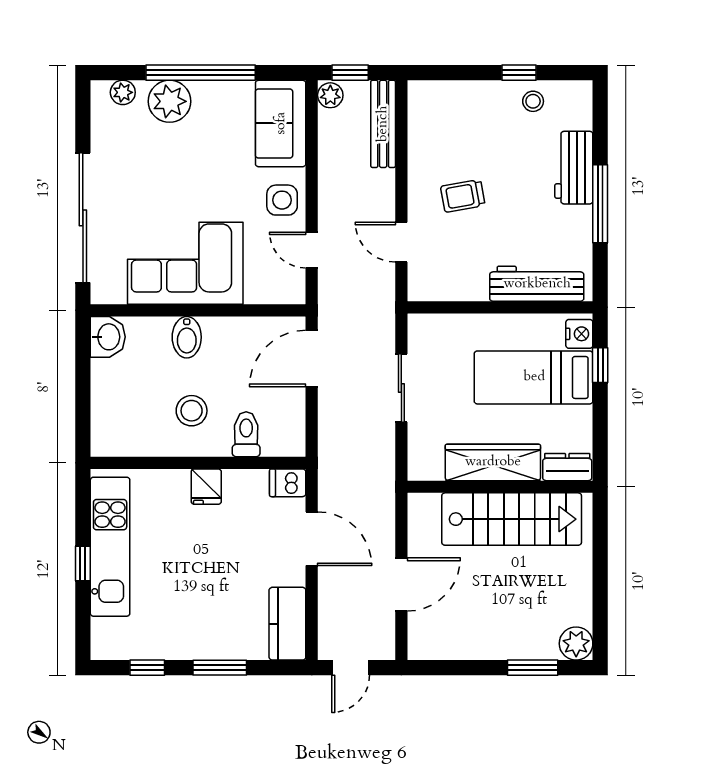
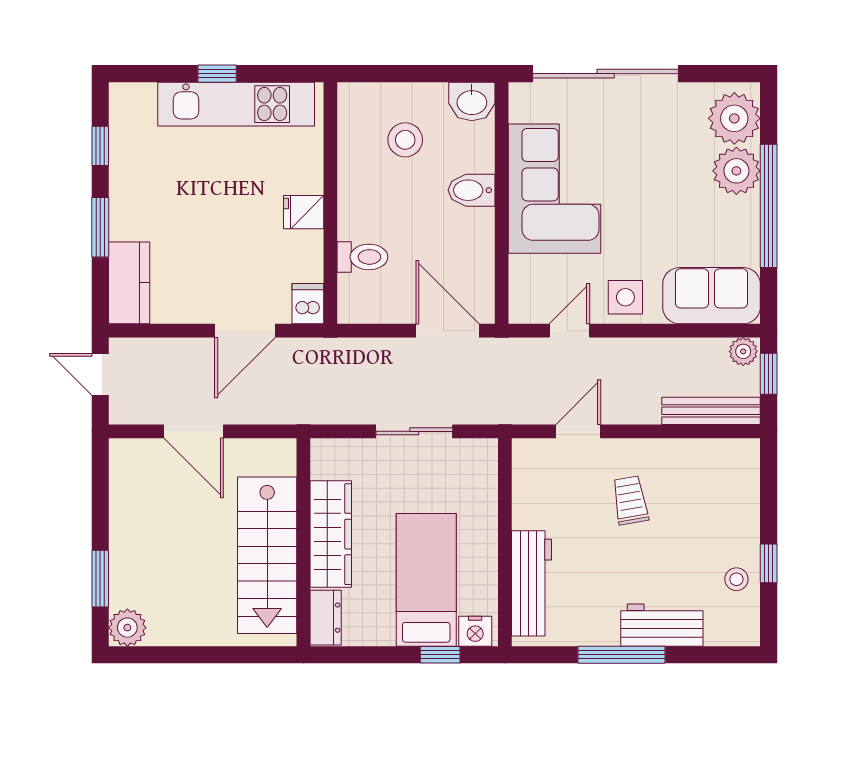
plant: (123, 92) -> (734, 118), width x1.87, depth x1.87
stool: (192, 411) -> (405, 140), moved
kitchen counter: (287, 624) -> (129, 283), moved, turned 90

